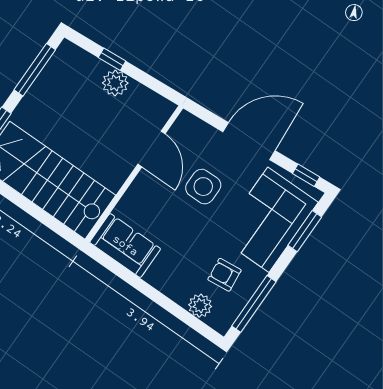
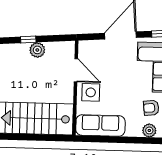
side table: (203, 187) -> (91, 92), moved
sofa: (125, 246) -> (100, 126), width x1.36

